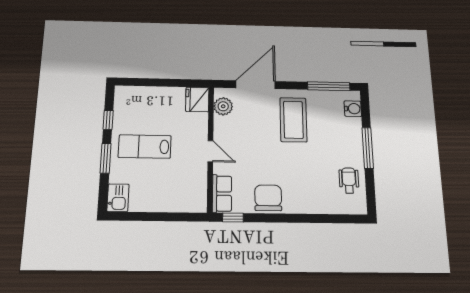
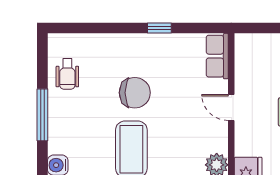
chair: (268, 198) -> (135, 93), moved, turned -90
window: (233, 218) -> (159, 28), moved

